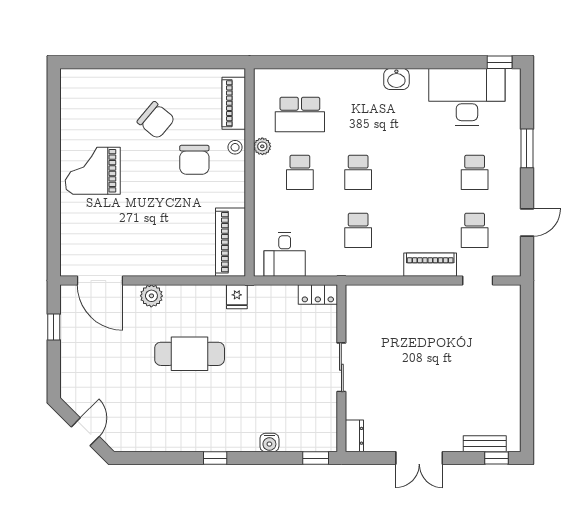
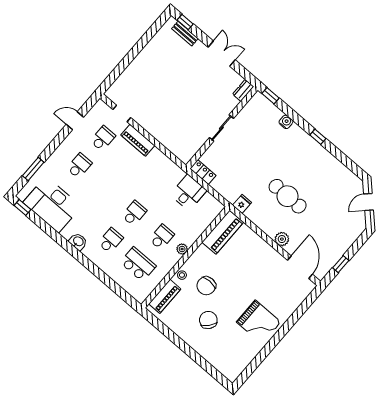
plant: (262, 146) -> (182, 249), moved
window: (527, 148) -> (33, 169), moved
chair: (194, 160) -> (206, 286), turned 180
school desk: (358, 230) -> (111, 240), moved
desk: (285, 254) -> (188, 193), moved

